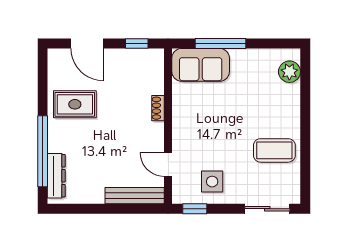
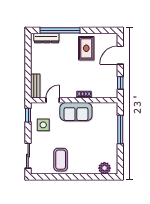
sofa: (201, 65) -> (76, 112), moved, turned -90
bench: (135, 196) -> (35, 86), width x0.73

